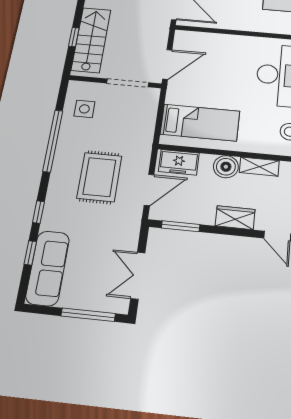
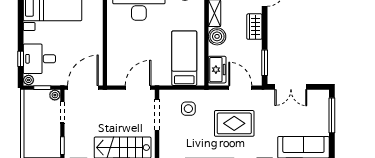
door: (167, 64) -> (138, 88), hinge flipped
side table: (84, 109) -> (188, 109), moved
double door: (138, 276) -> (291, 87), moved

